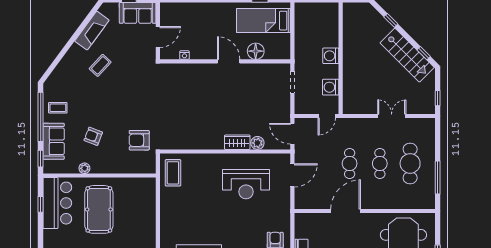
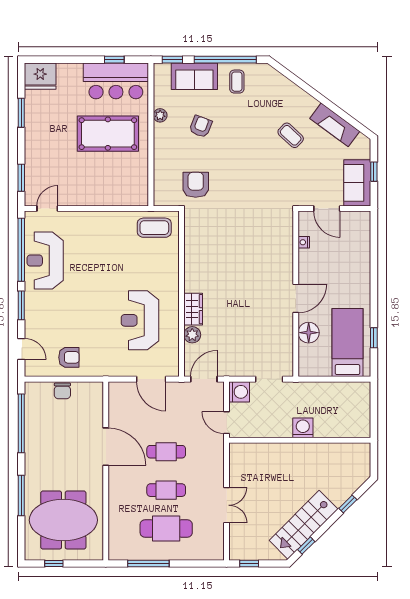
washing machine: (331, 87) -> (239, 392), moved, turned 90

